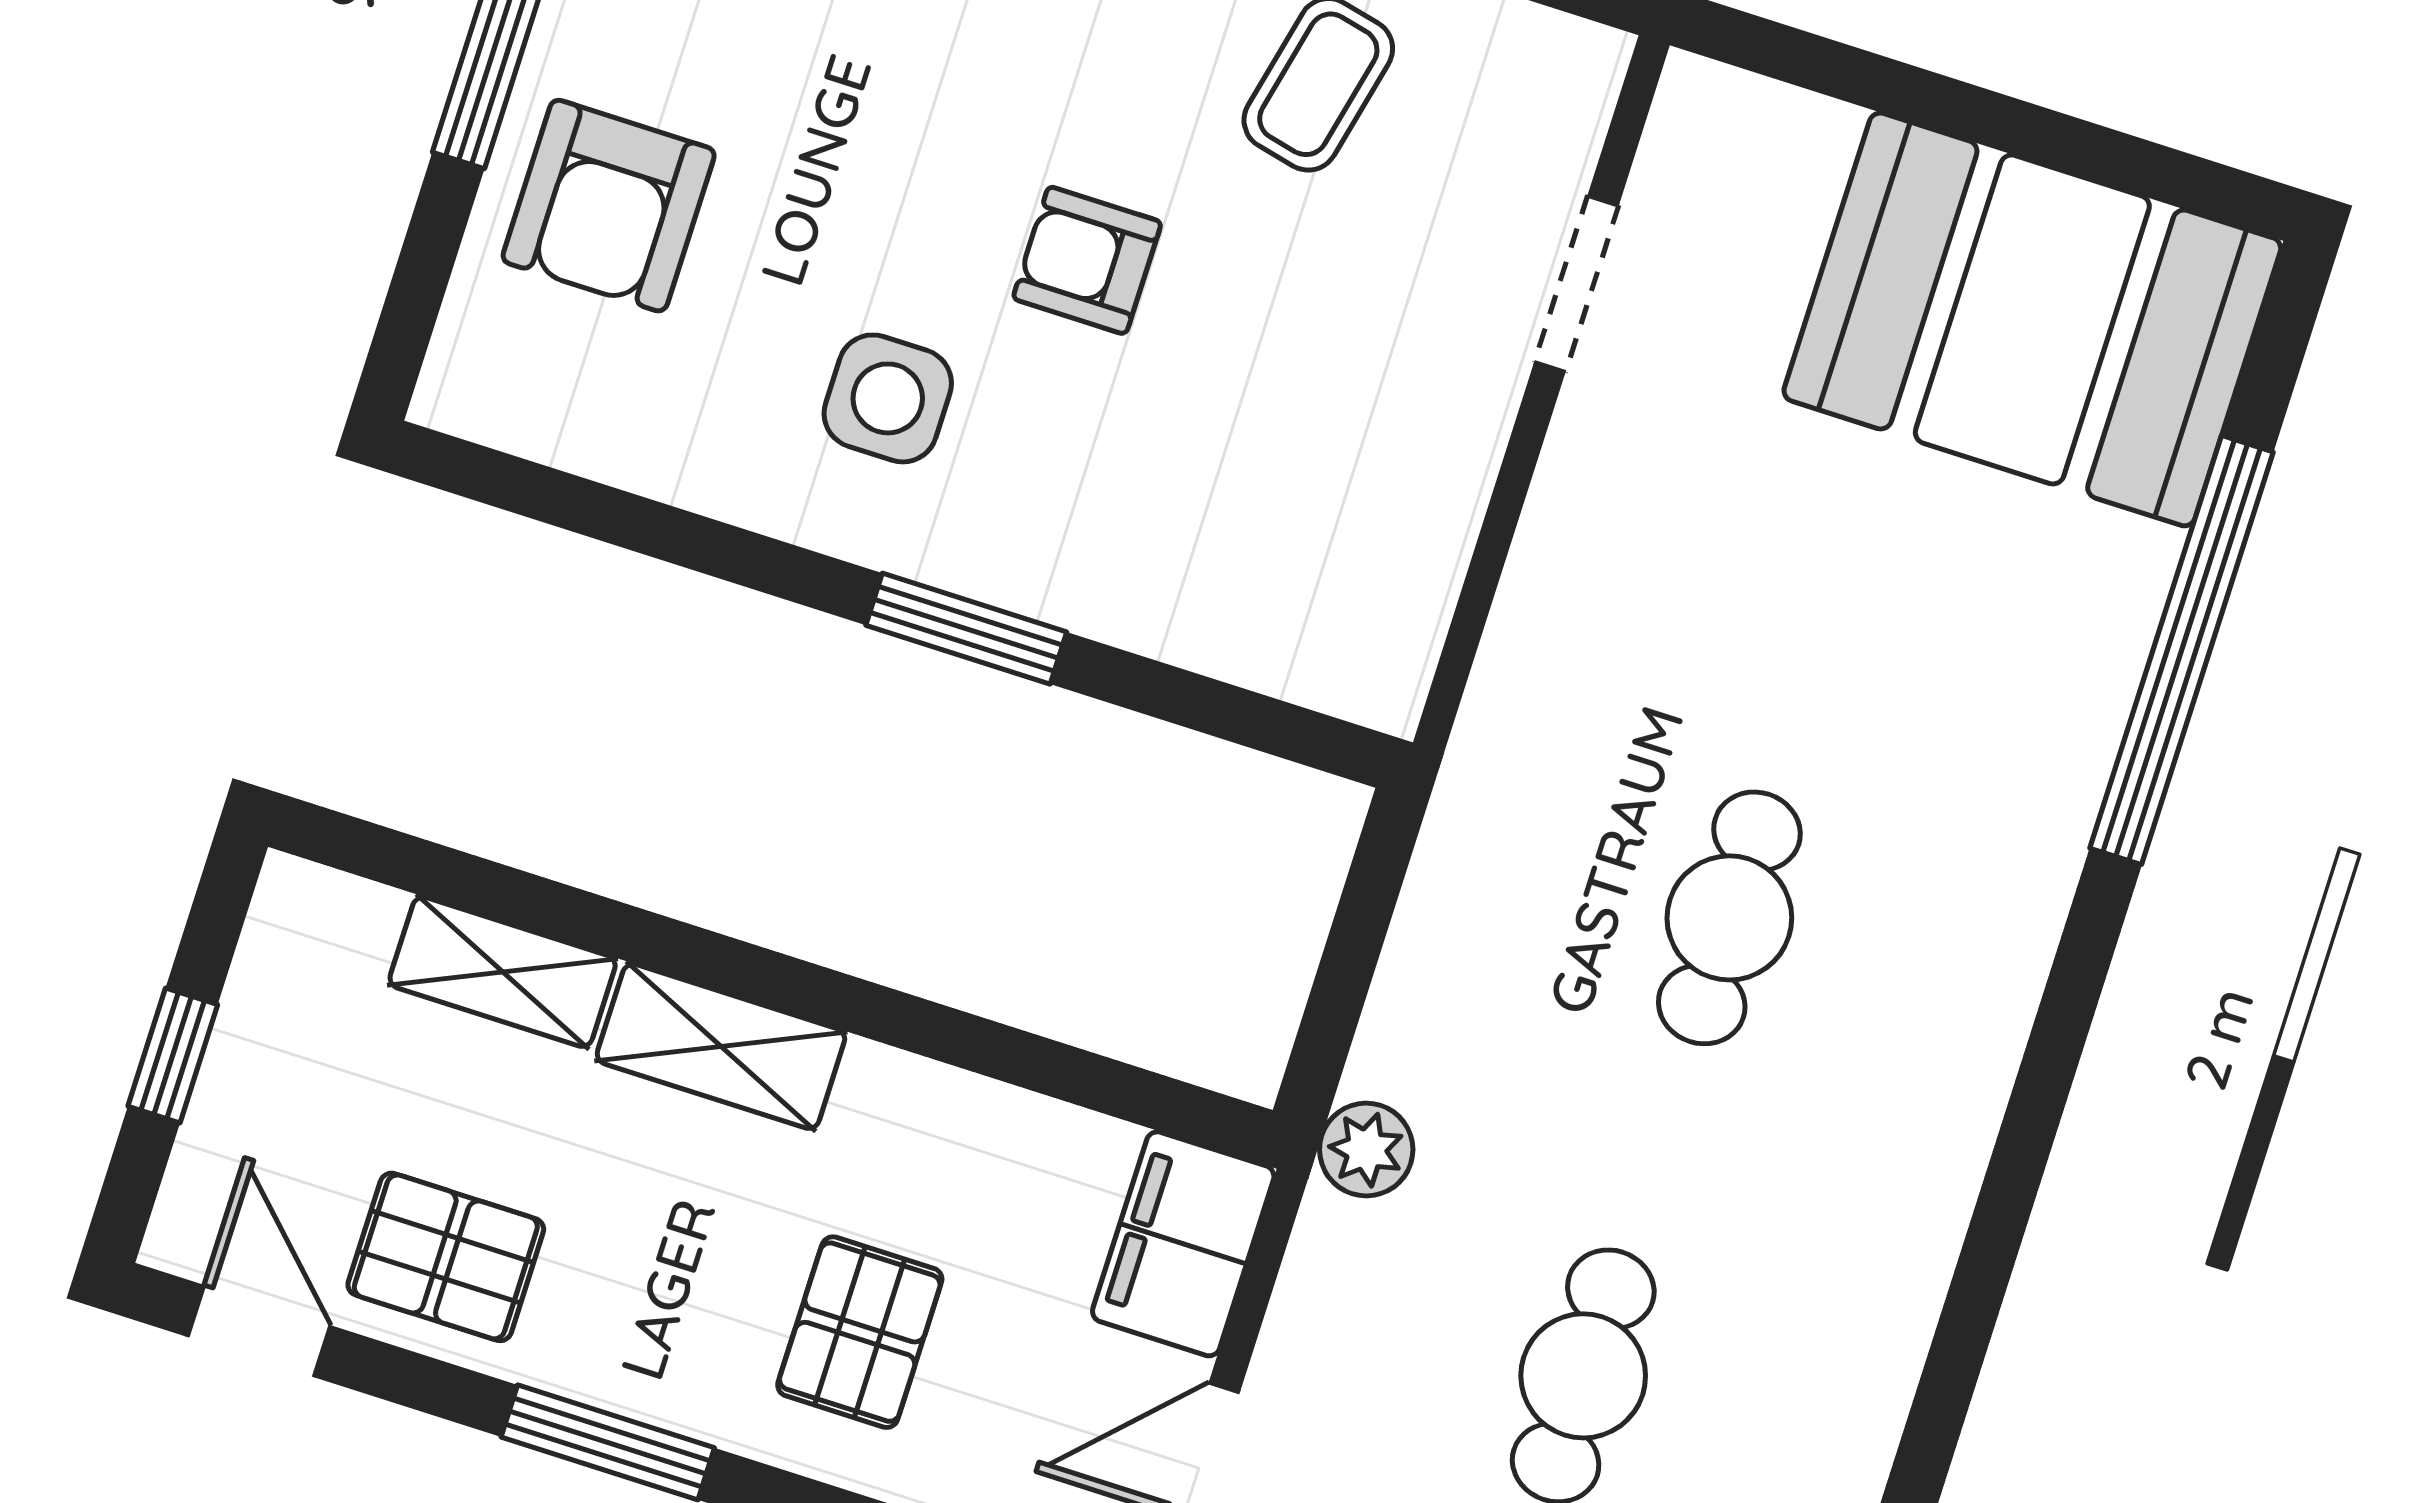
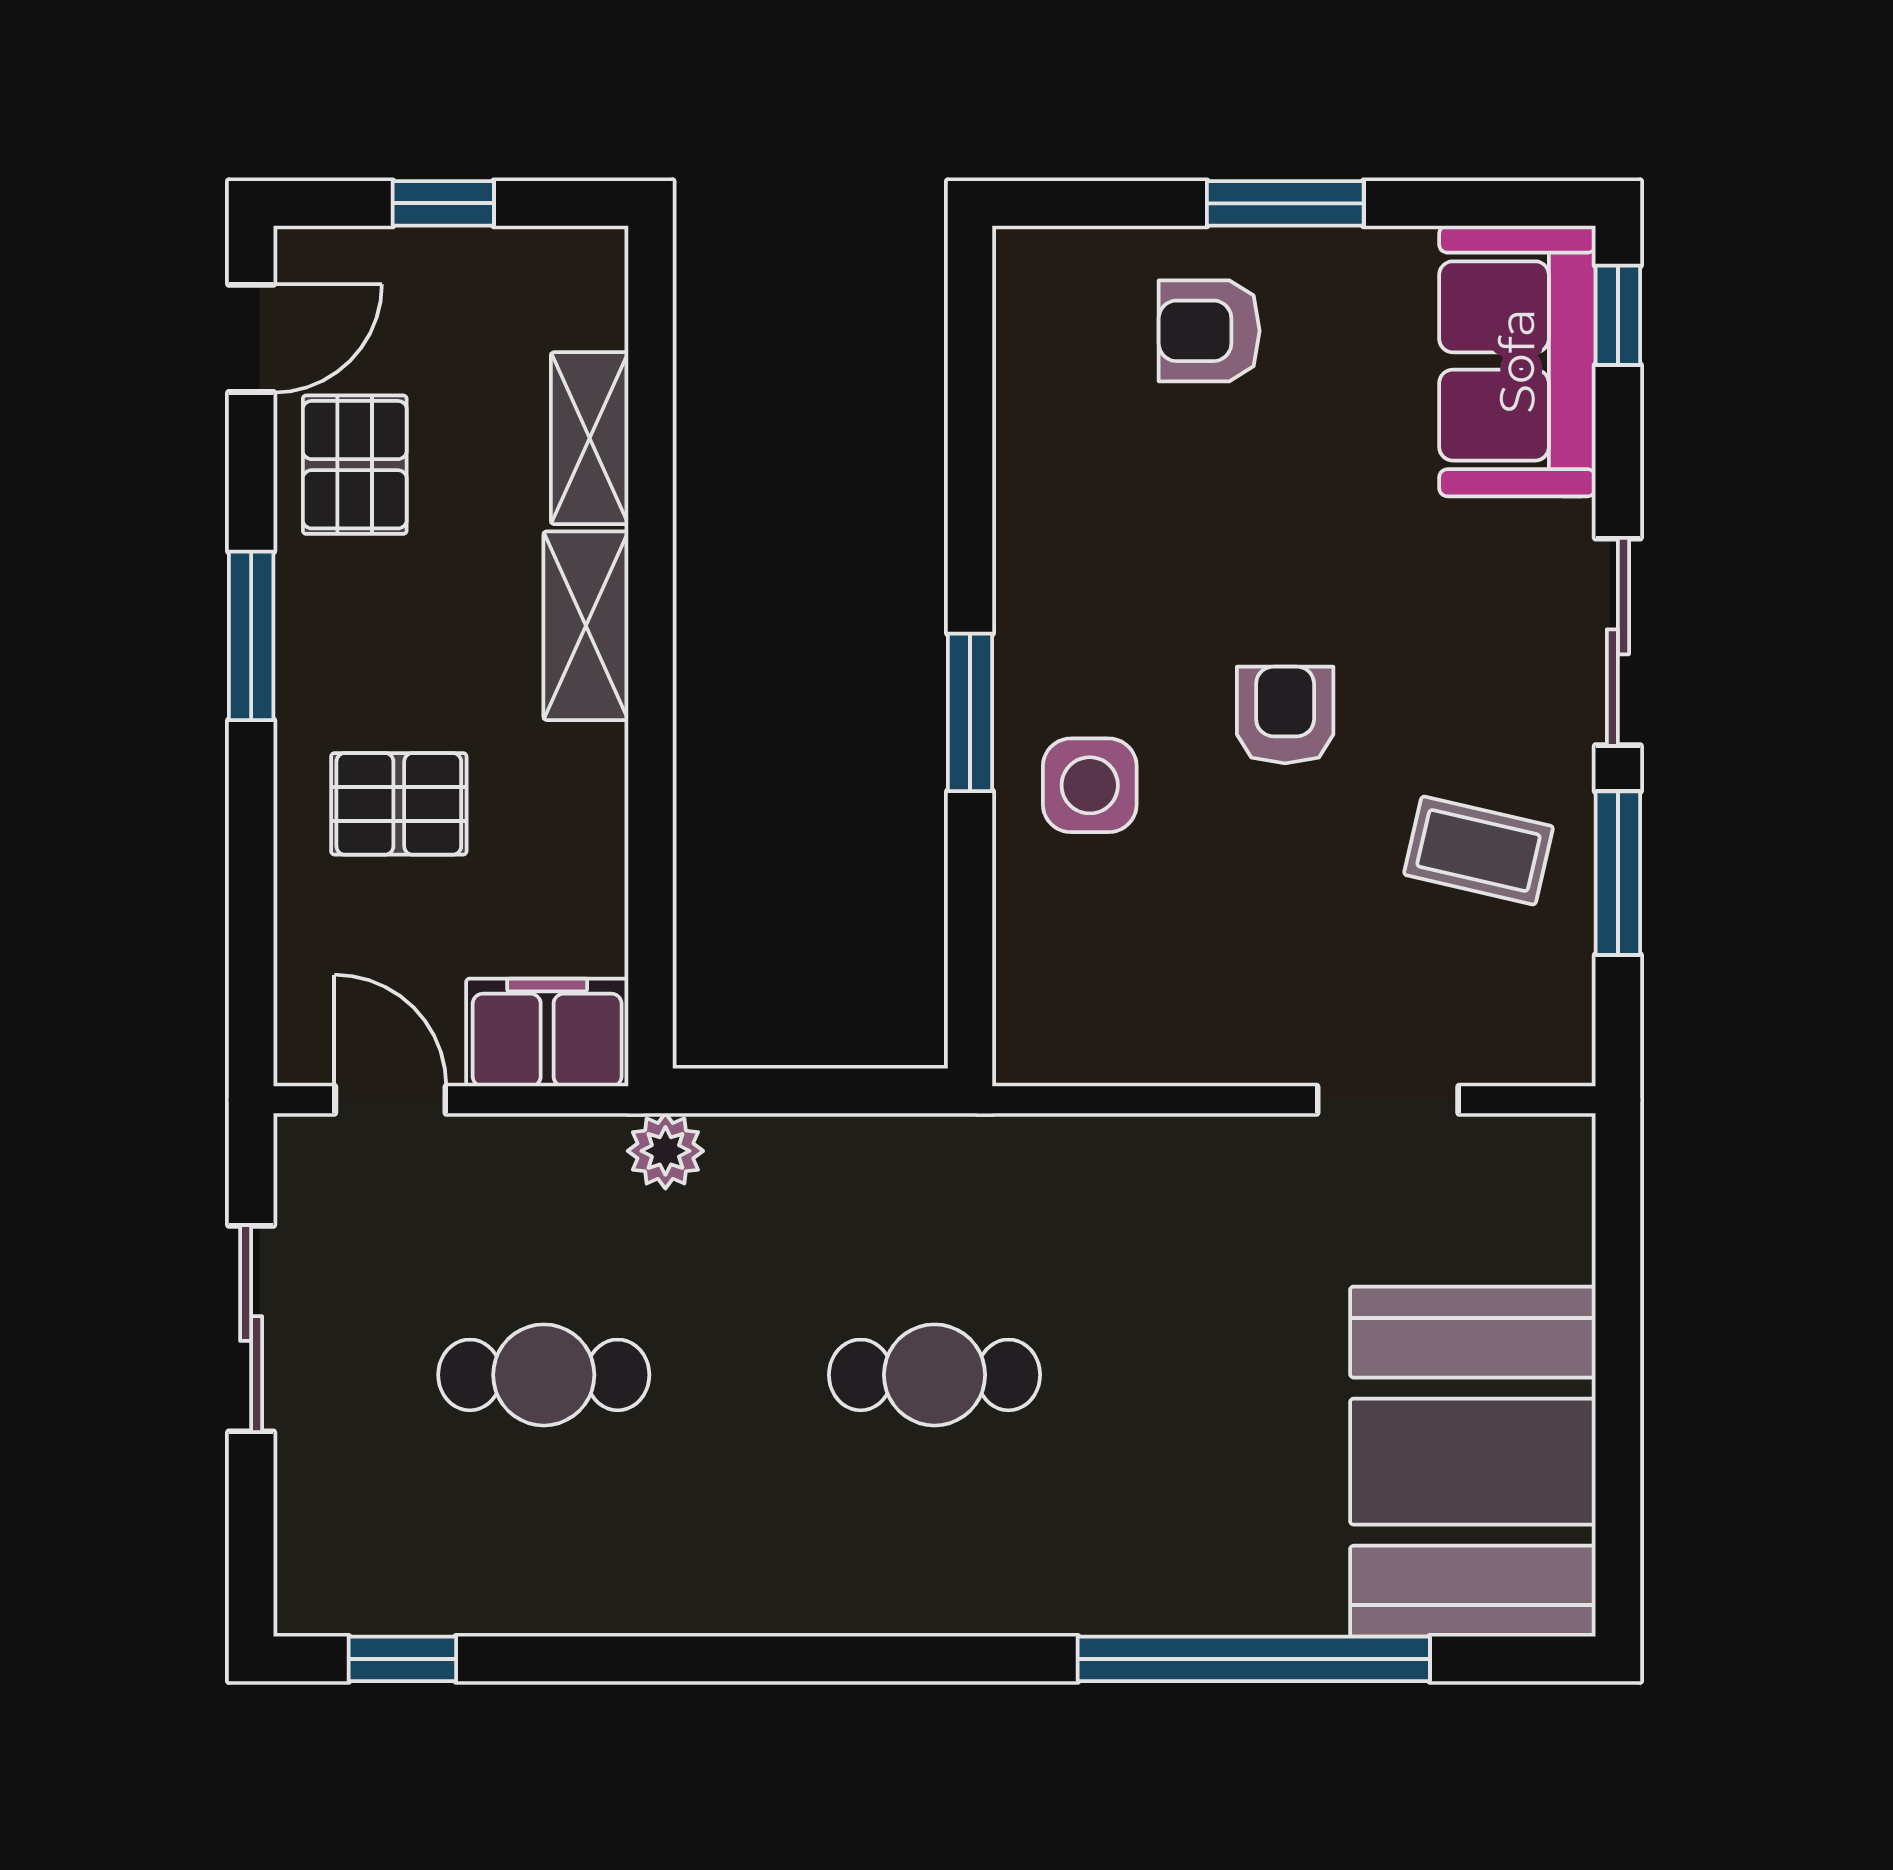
armchair: (609, 206) -> (1209, 331), width x0.72, depth x0.72
side table: (888, 398) -> (1090, 785), moved

